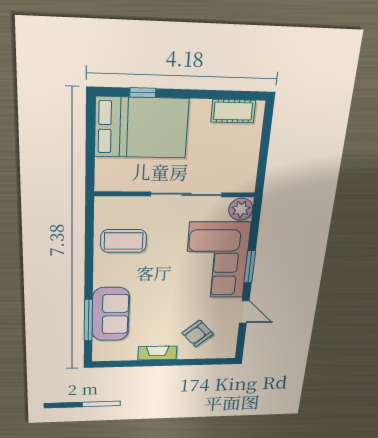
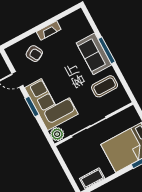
sofa: (111, 314) -> (94, 54), moved
window: (88, 320) -> (107, 50), moved
armchair: (198, 334) -> (34, 54), turned 103

